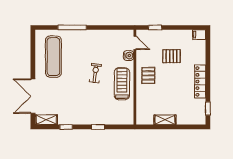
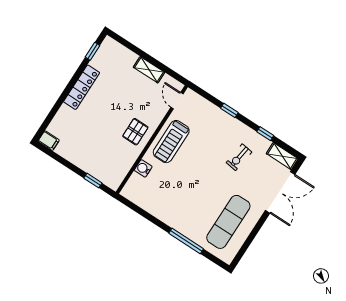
door: (135, 43) -> (177, 101), moved
pallet: (171, 56) -> (95, 136), removed
exercise bike: (95, 73) -> (239, 157), moved

